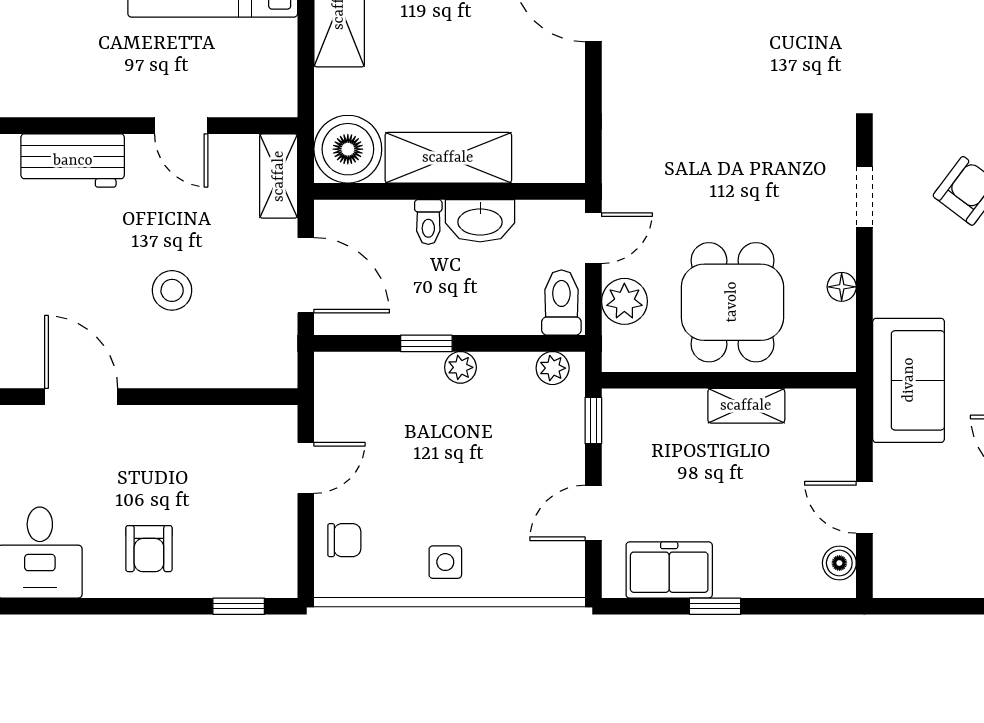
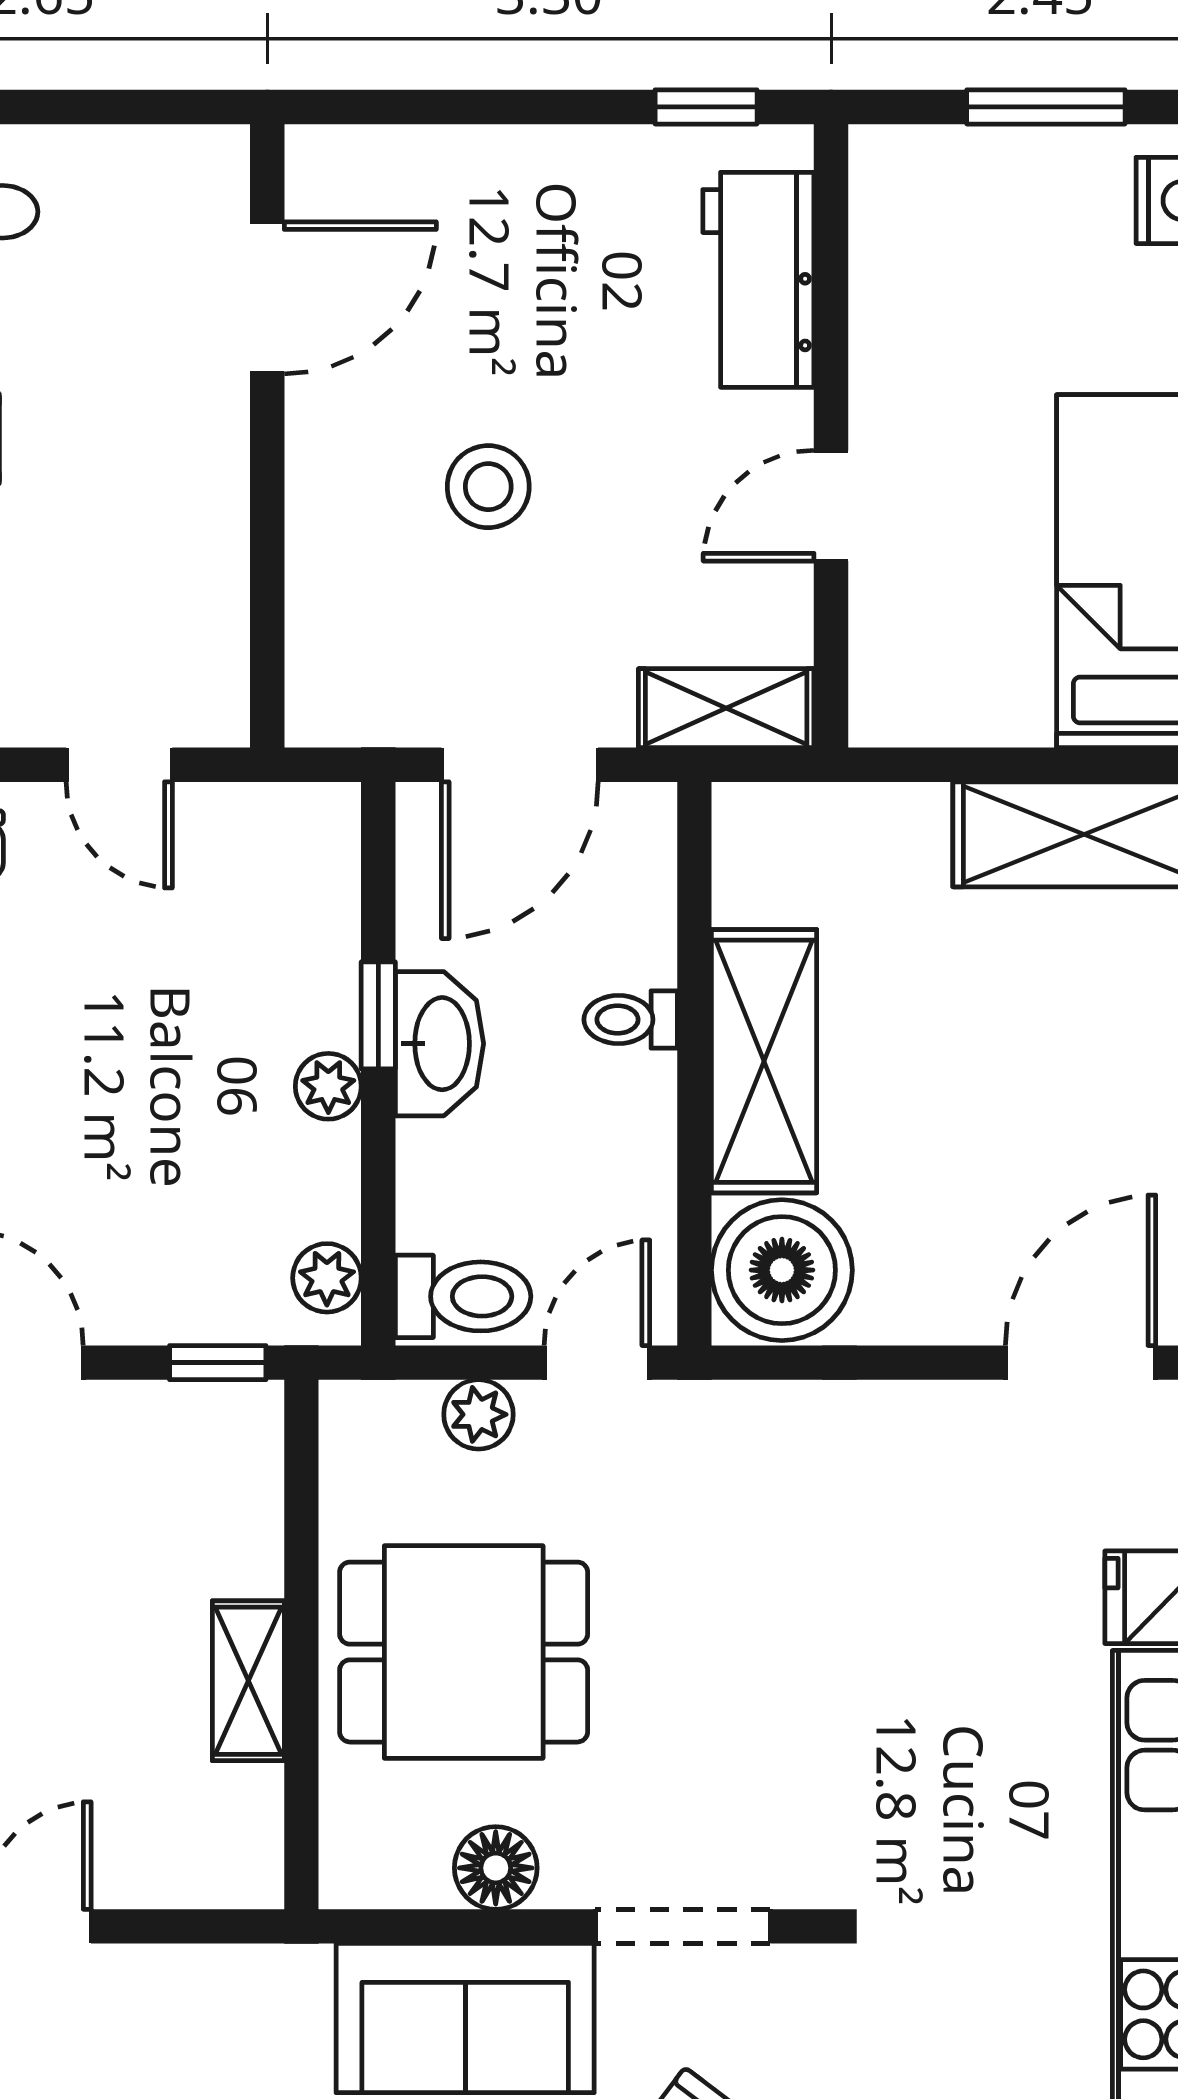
boiler: (348, 149) -> (782, 1270), moved
doorway: (864, 197) -> (683, 1926), width x1.38
washbasin: (480, 221) -> (439, 1044), moved, turned 180
door: (593, 238) -> (597, 1363), swing flipped
floor lamp: (842, 287) -> (496, 1868), width x1.37, depth x1.37
plant: (624, 301) -> (478, 1414), width x0.73, depth x0.73
sofa: (909, 380) -> (465, 2018), moved

